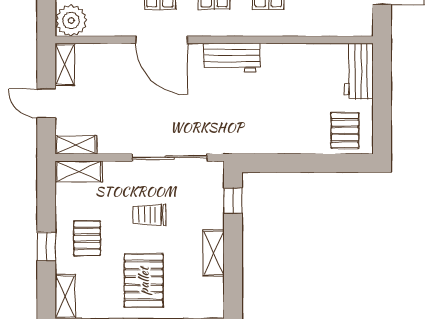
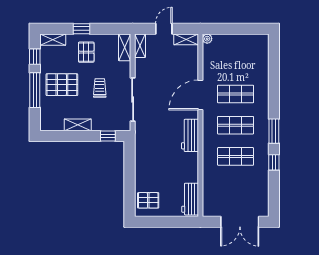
plant: (71, 21) -> (207, 39), width x0.53, depth x0.53
workbench: (359, 71) -> (190, 199), moved, turned -90
pallet: (87, 238) -> (86, 52), turned 90

